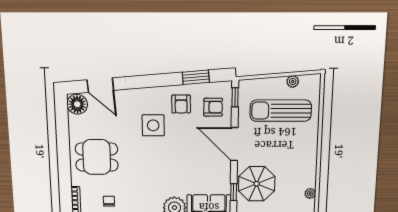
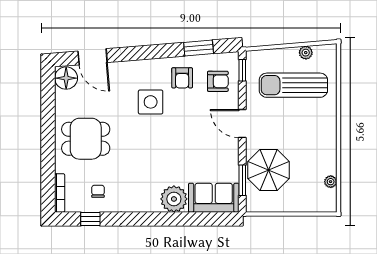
door: (234, 144) -> (242, 123), width x0.73
window: (234, 192) -> (242, 180), width x1.50

